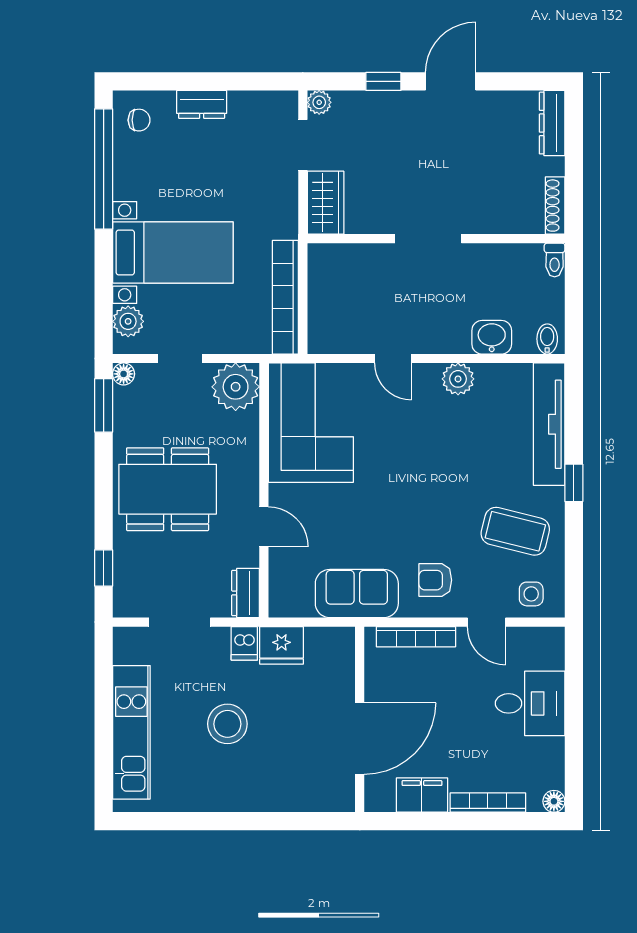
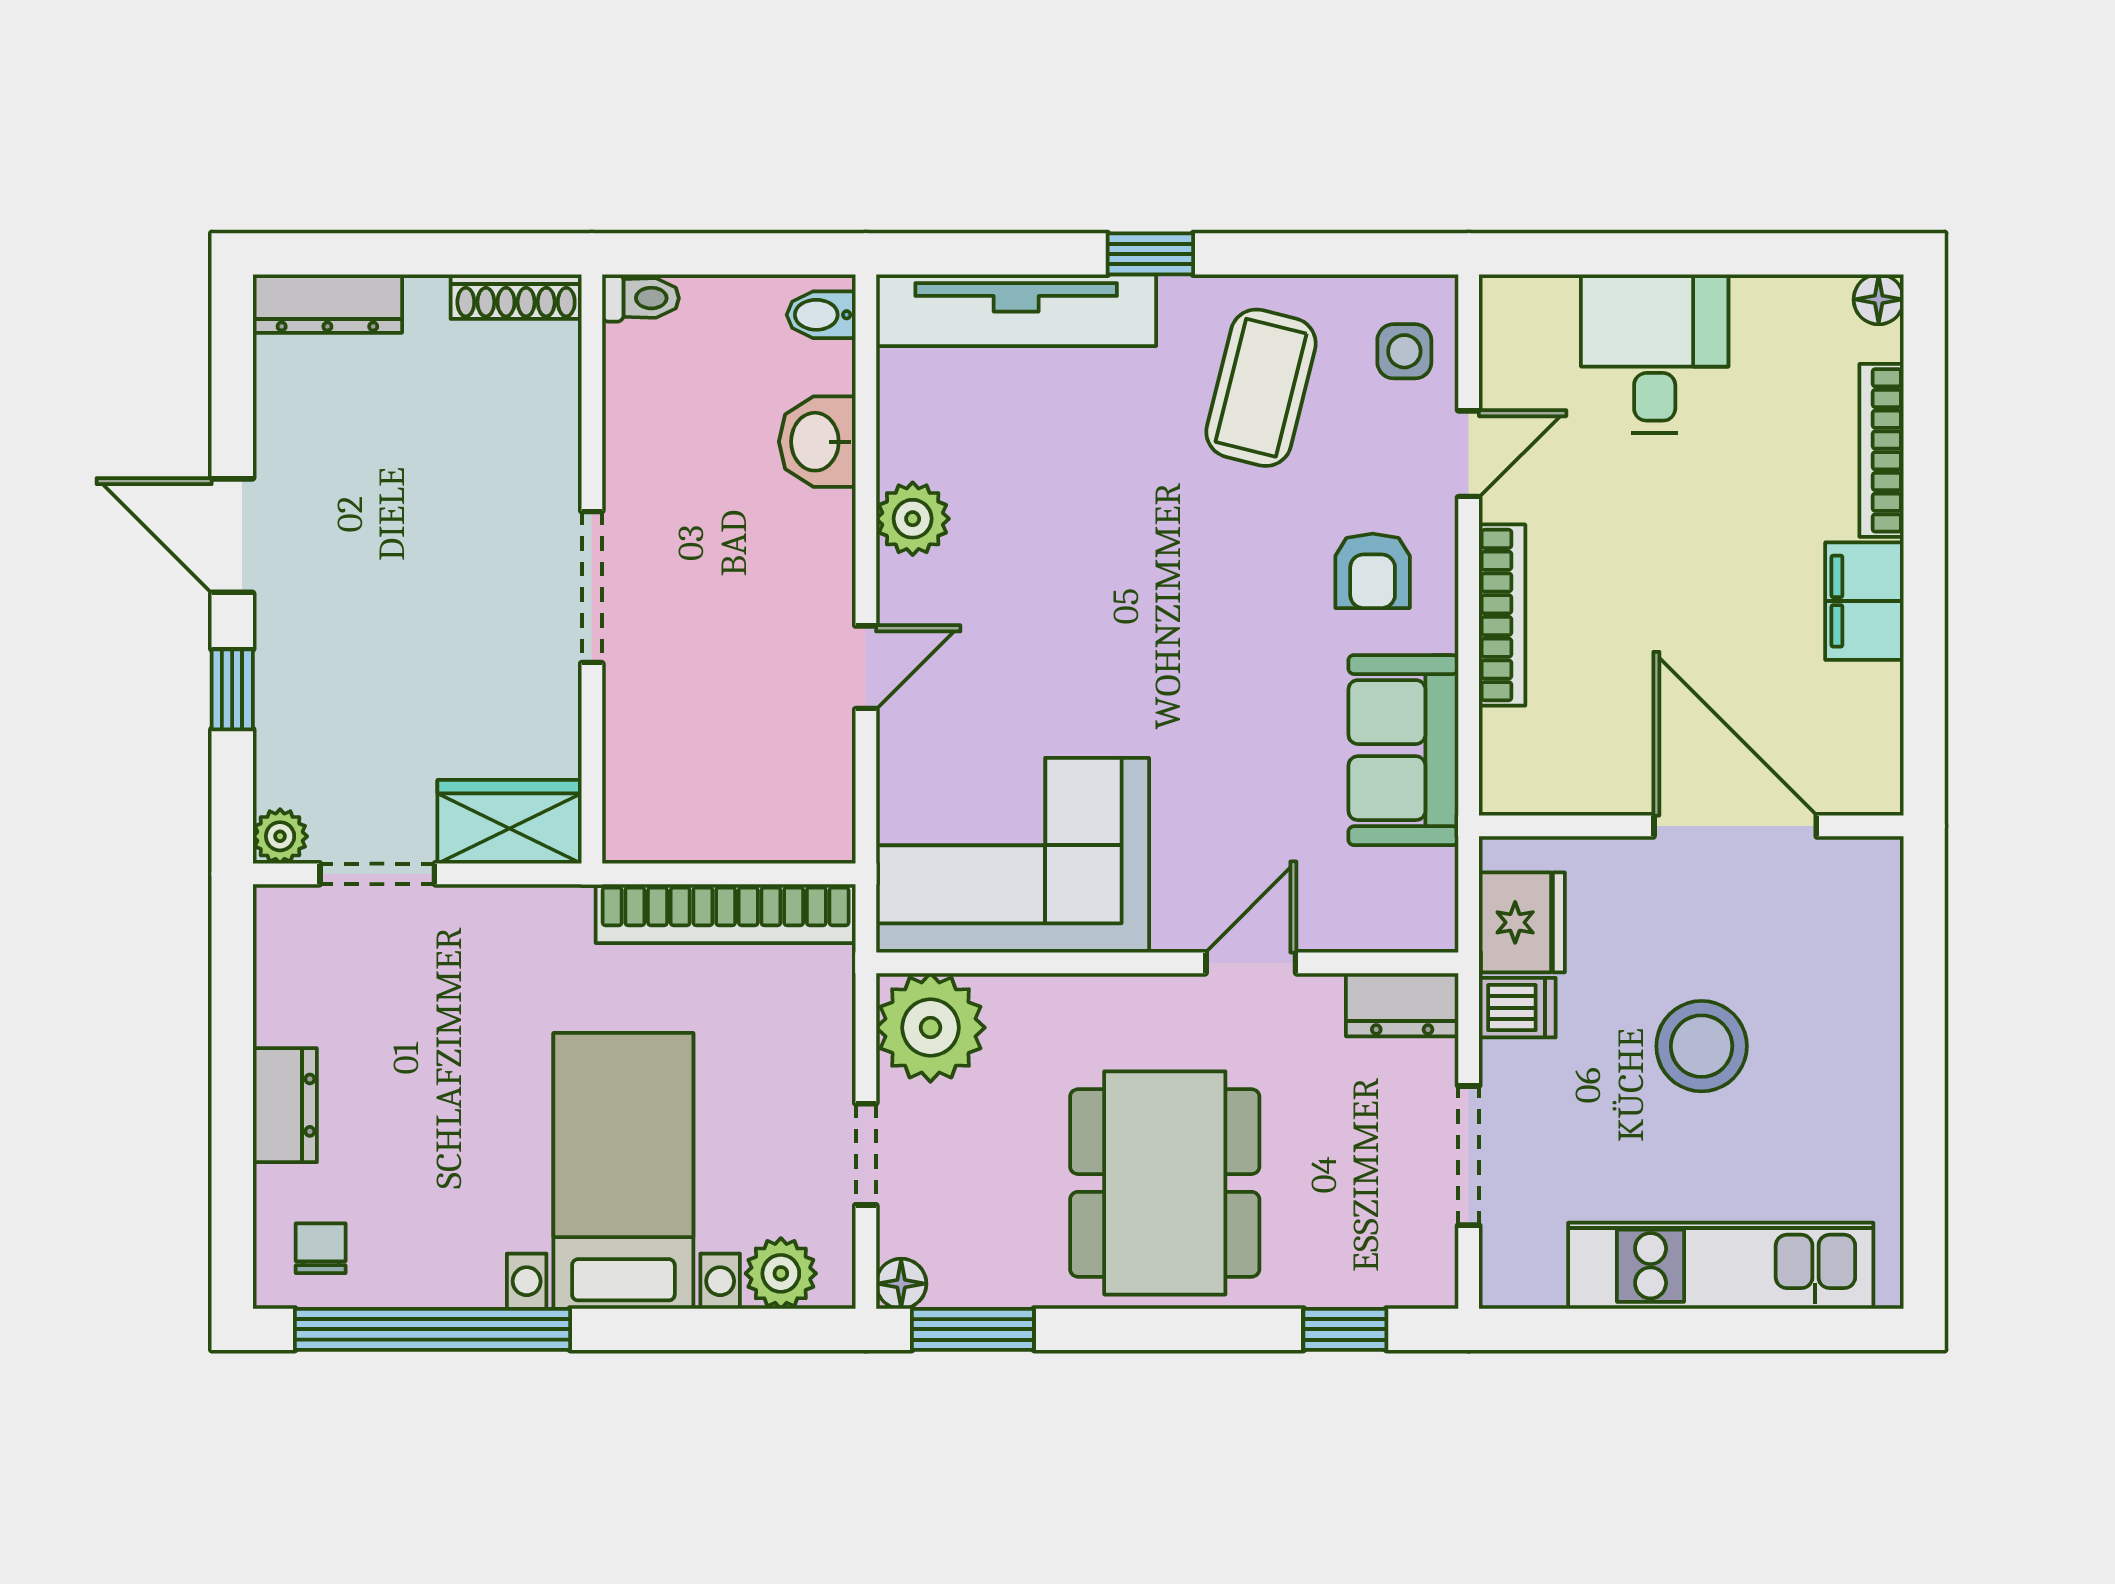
wall: (360, 719) -> (1691, 826), moved
door: (360, 739) -> (1735, 826), moved

